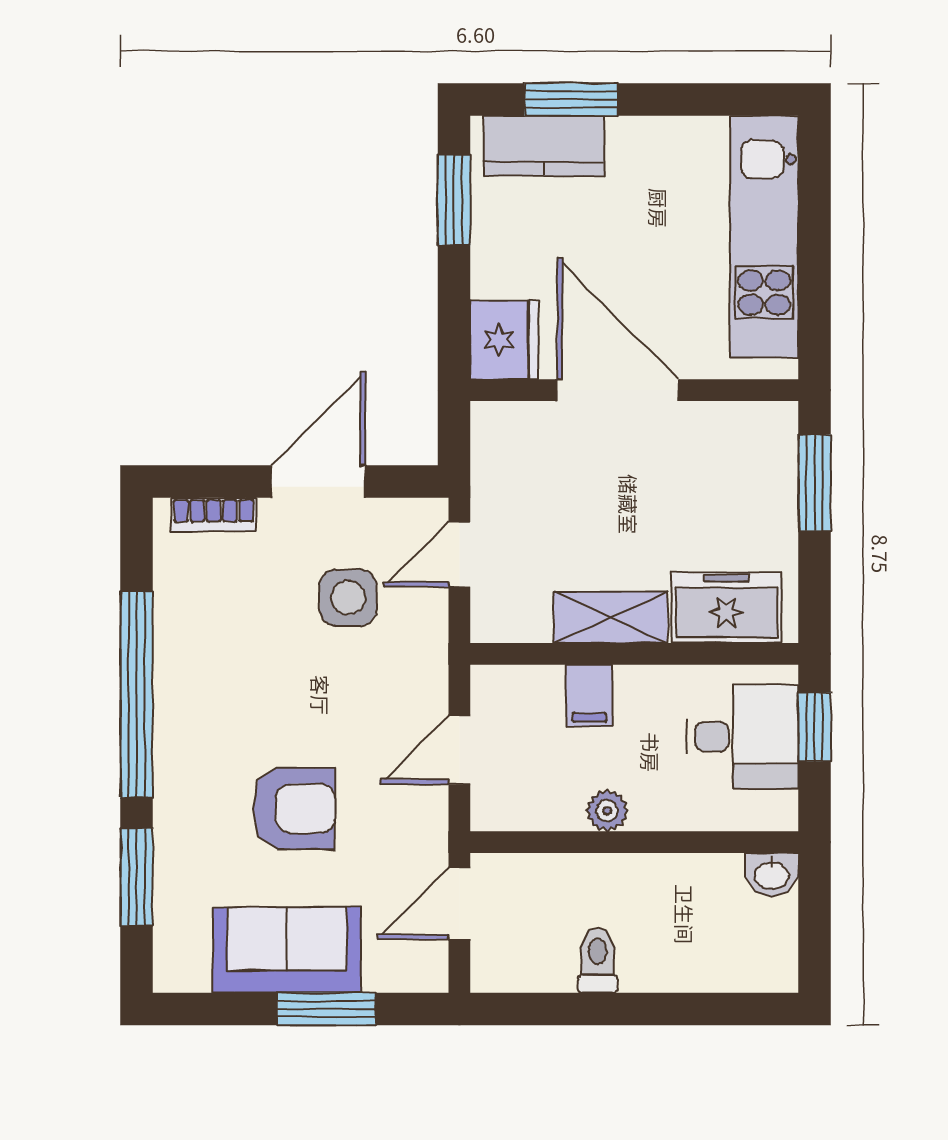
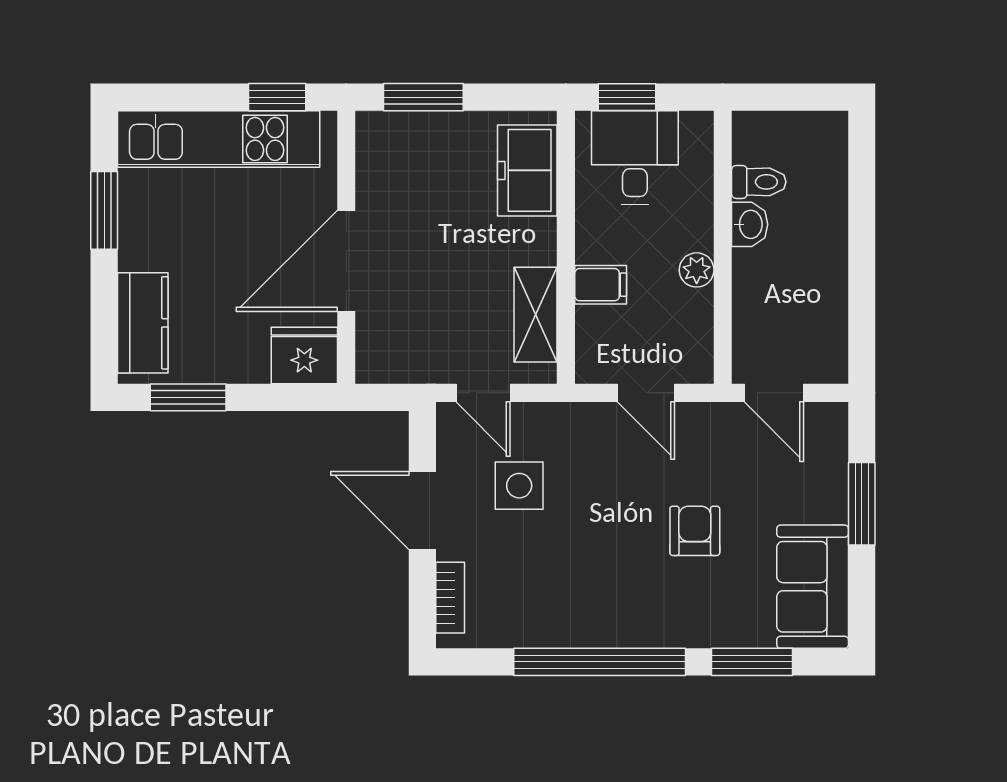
window: (571, 100) -> (104, 210), moved
window: (815, 307) -> (277, 97), added
shelving: (611, 617) -> (536, 315), moved
armchair: (294, 809) -> (695, 531), width x0.72, depth x0.72
washbasin: (772, 874) -> (750, 224), moved
sofa: (287, 950) -> (813, 587), moved
toilet: (598, 960) -> (759, 182), moved, turned 180

